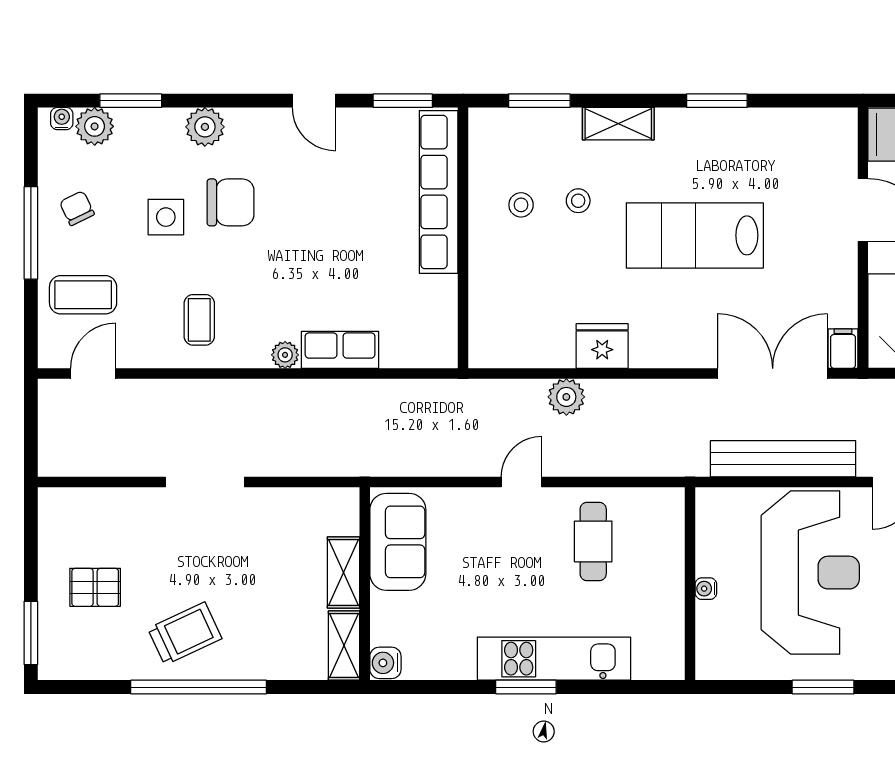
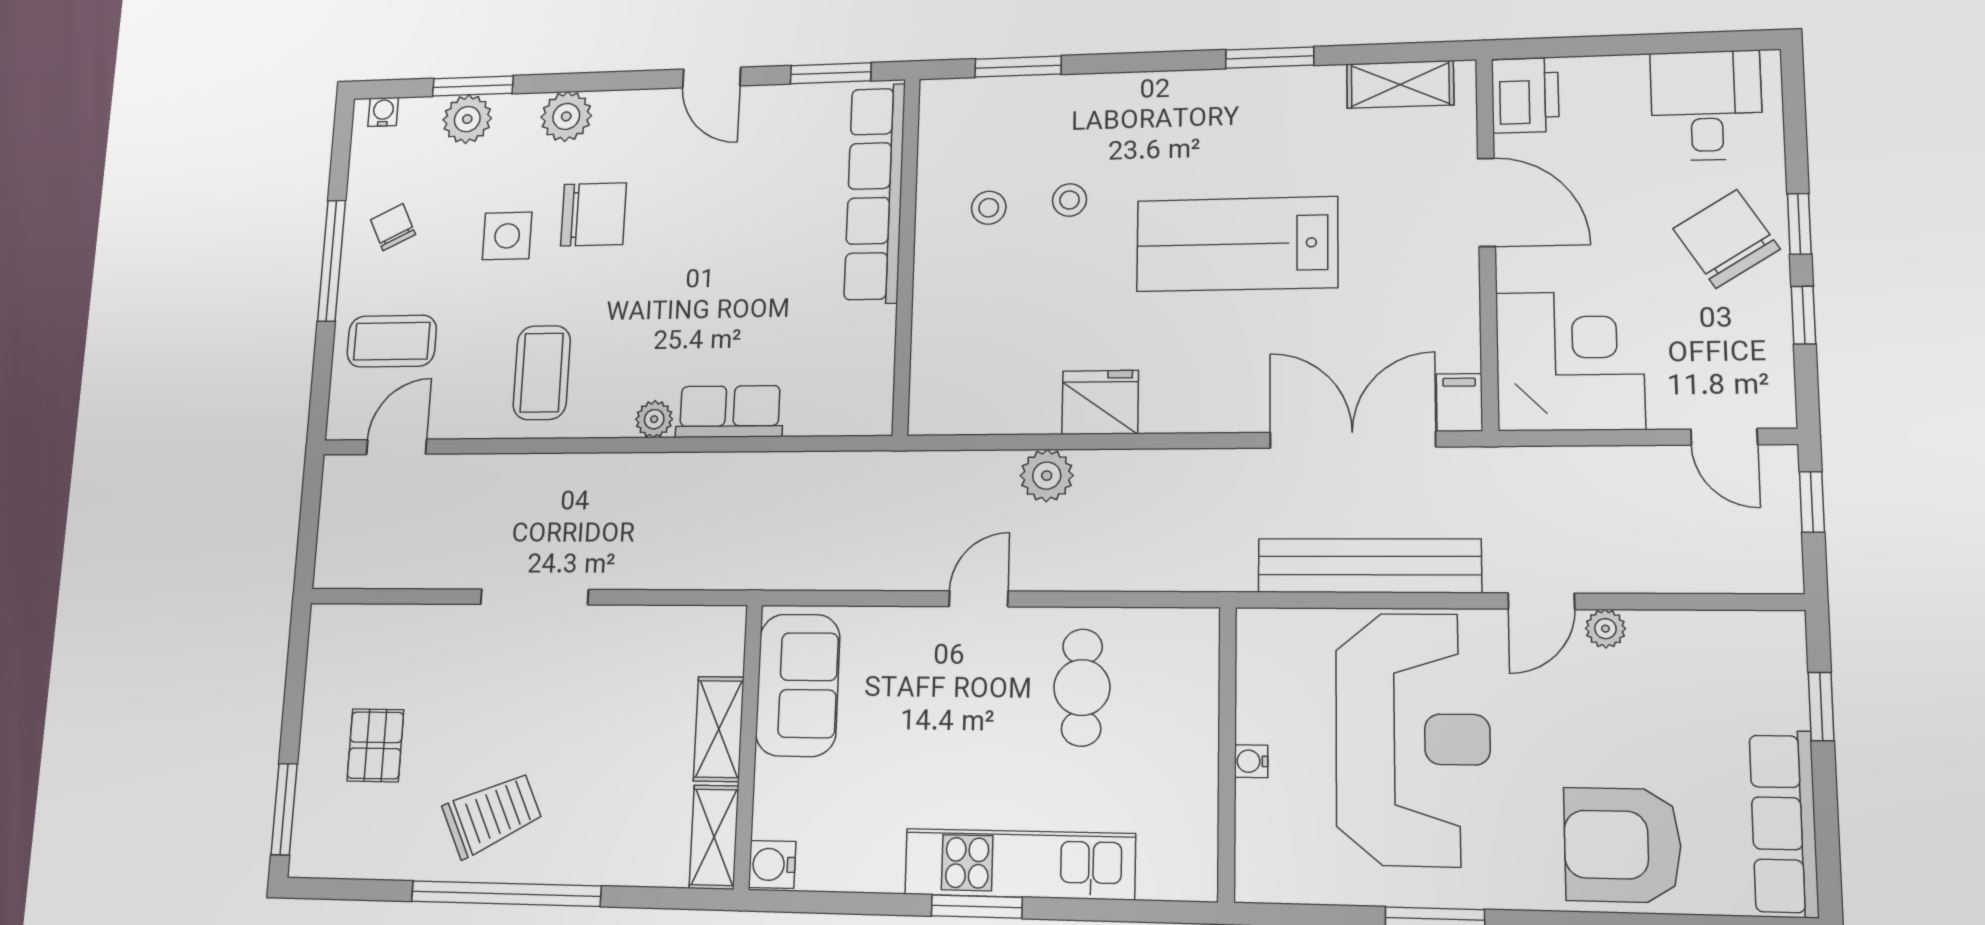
shelving: (618, 124) -> (1400, 84), moved
plant: (95, 126) -> (467, 119), moved
coffee table: (199, 320) -> (542, 373), width x1.36, depth x1.30
pallet: (95, 587) -> (375, 745), turned 90

